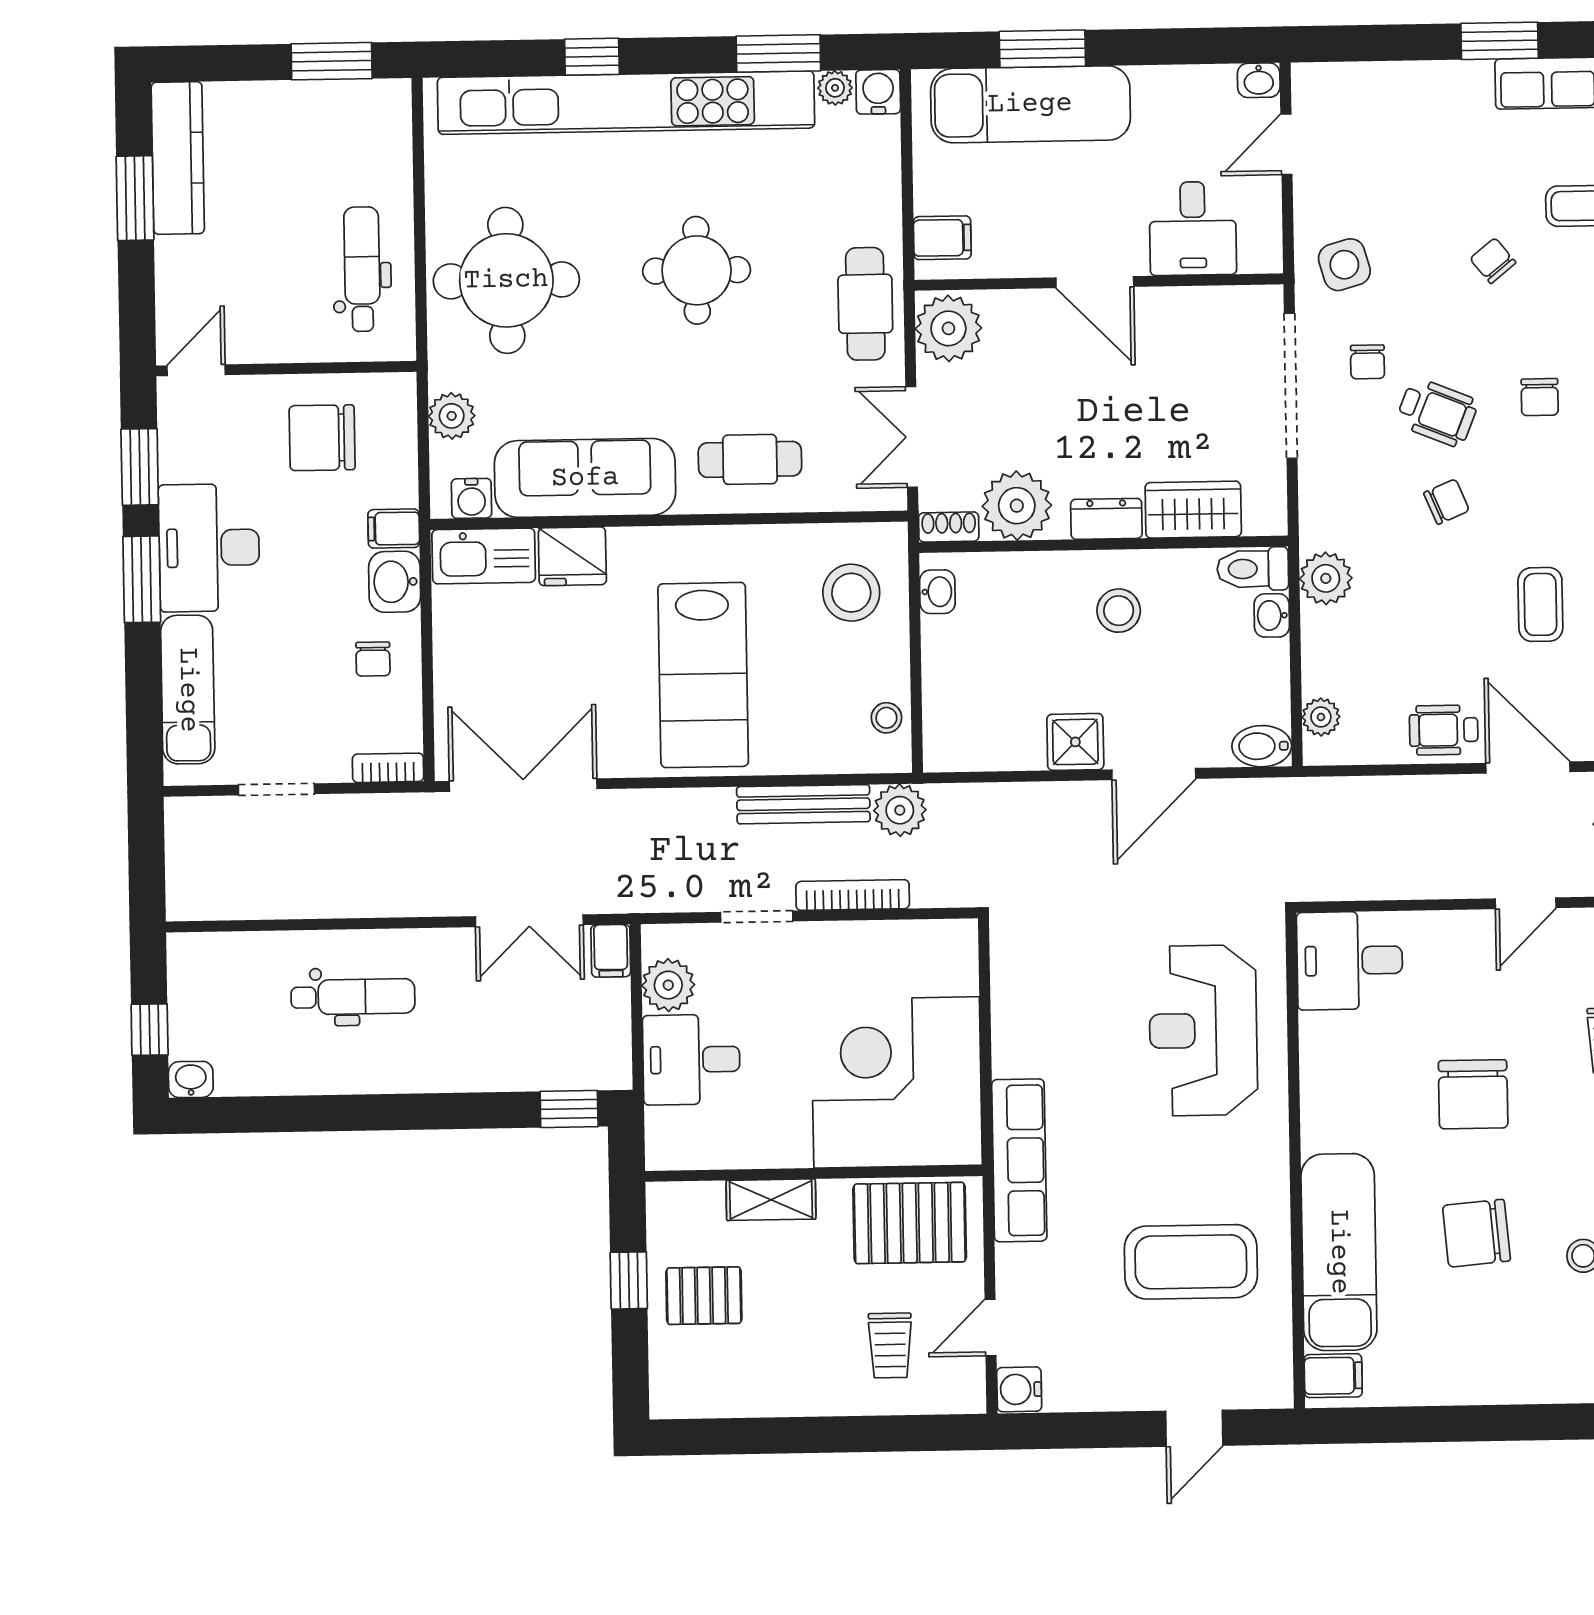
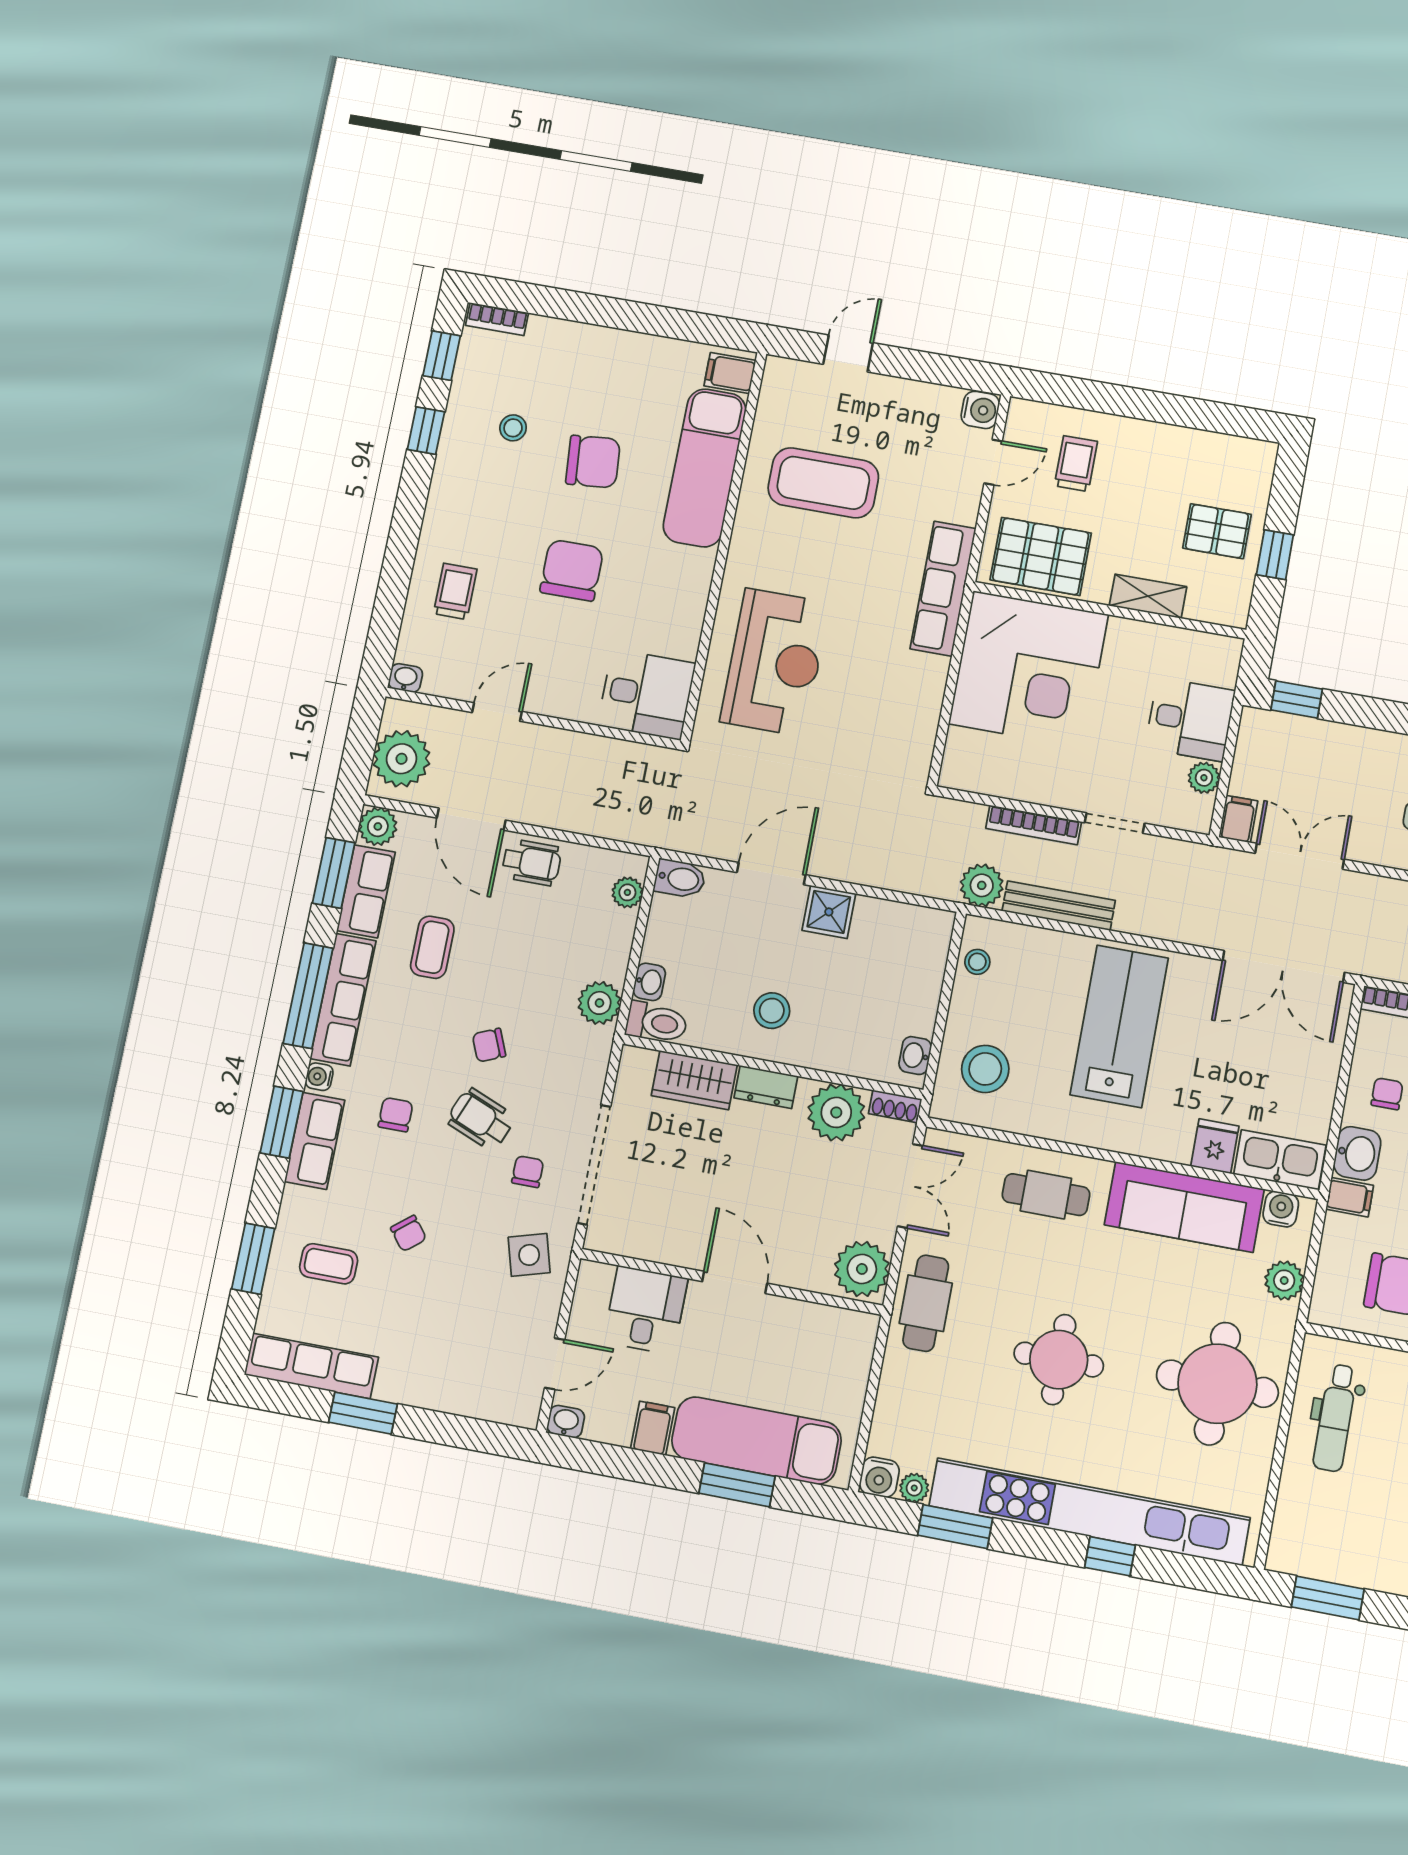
filing cabinet: (942, 238) -> (653, 1428), moved, turned 90
fridge: (572, 556) -> (1215, 1146), width x0.72
plant: (668, 985) -> (1204, 778), width x0.73, depth x0.73

